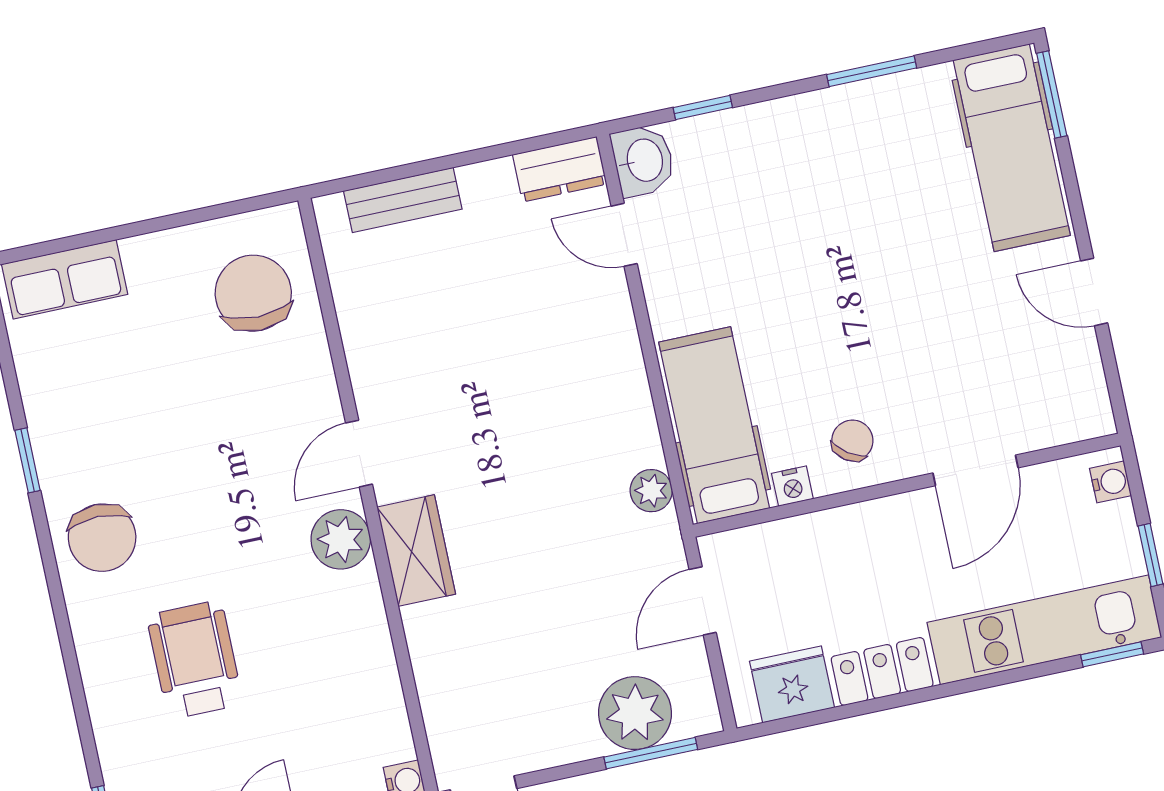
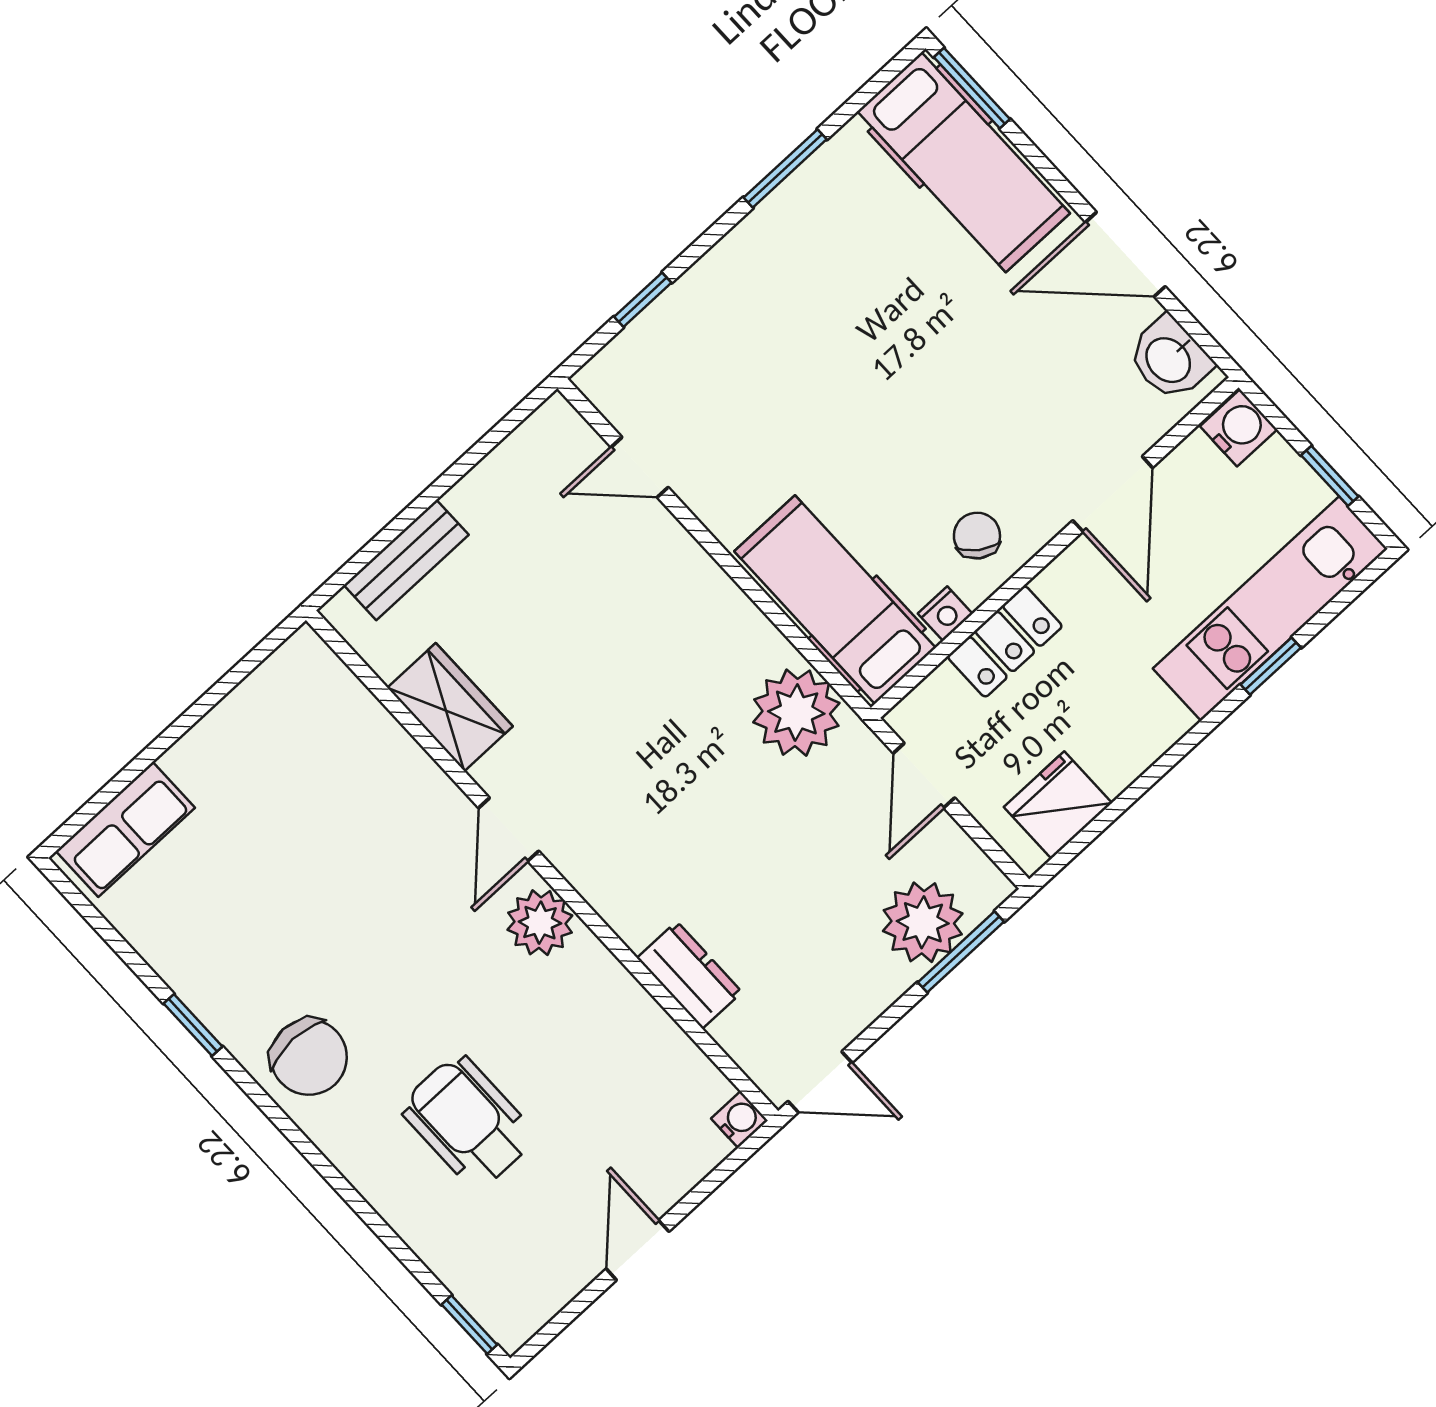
washbasin: (643, 160) -> (1170, 359), moved, turned 180
dresser: (560, 169) -> (689, 975), moved, turned -90
door: (1094, 292) -> (1125, 254), width x1.38
chair: (253, 293) -> (315, 735), removed
water cooler: (1110, 482) -> (1239, 428), width x1.38, depth x1.38
plant: (651, 491) -> (796, 713), width x1.87, depth x1.87
wardrobe: (416, 551) -> (450, 707), moved
window: (1112, 654) -> (1271, 666), moved
locker: (882, 672) -> (1005, 641), moved, turned 180

